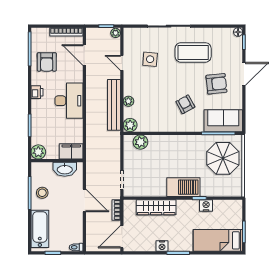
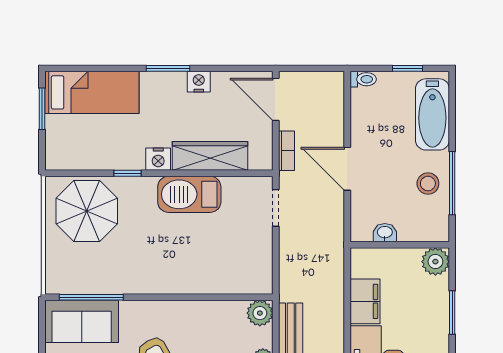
plant: (140, 142) -> (240, 281), removed
filing cabinet: (71, 151) -> (365, 301), moved, turned -90
parasol: (223, 158) -> (87, 211), moved
washbasin: (65, 169) -> (385, 233), width x0.52, depth x0.69
barbecue: (183, 187) -> (189, 194), moved
nightstand: (206, 205) -> (158, 159), moved
door: (122, 237) -> (276, 99), swing flipped

